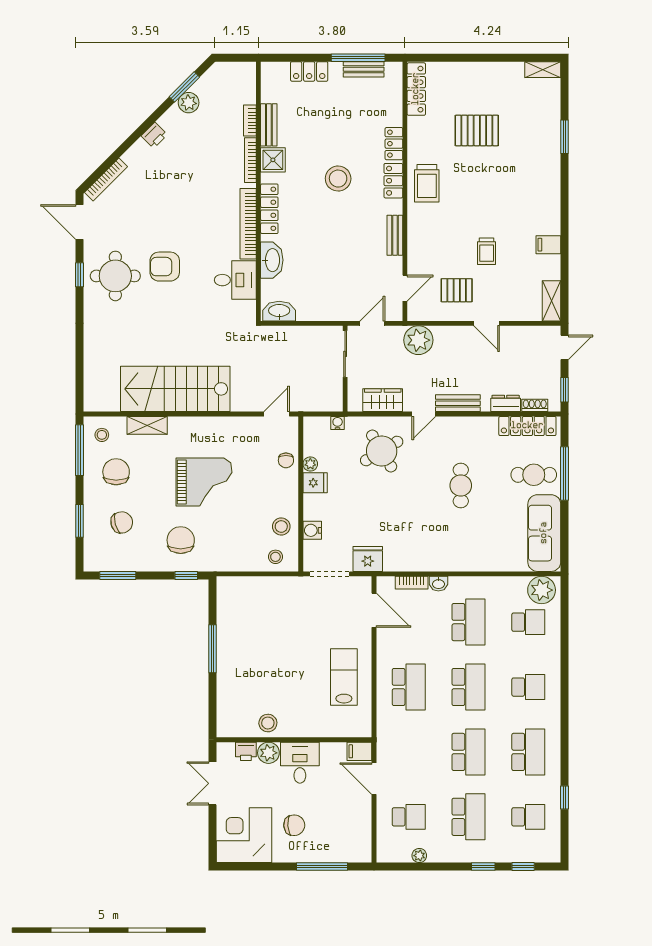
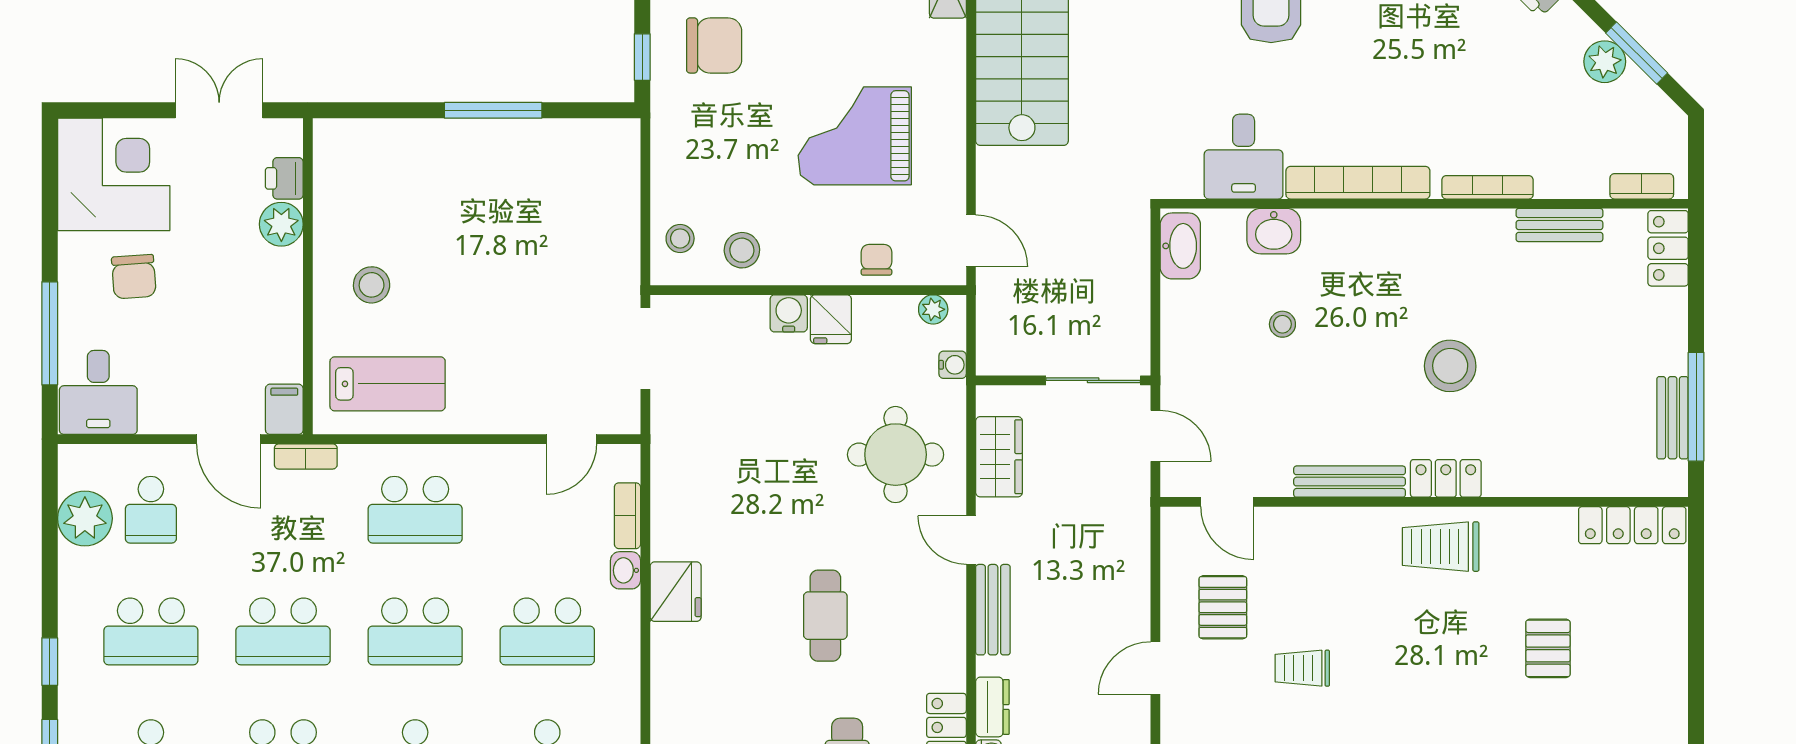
locker: (309, 71) -> (1668, 248), moved
bookcase: (250, 121) -> (1642, 186), moved
pallet: (477, 130) -> (1548, 648), width x0.67, depth x0.71
locker: (394, 144) -> (1521, 480), removed
shower: (273, 160) -> (1488, 233), removed
locker: (269, 209) -> (1389, 226), removed
bench: (395, 235) -> (1350, 482), width x1.36
washbasin: (272, 260) -> (1274, 231), width x0.72
stool: (318, 261) -> (1282, 324), added
plant: (418, 340) -> (1121, 529), removed
round table: (382, 451) -> (896, 455), turned 31
chair: (286, 460) -> (876, 260), turned 90
plant: (310, 464) -> (933, 309), moved
grand piano: (204, 482) -> (855, 136), moved, turned 90
cafe table: (461, 485) -> (825, 616), turned 90
water cooler: (312, 530) -> (789, 313), moved
fridge: (368, 559) -> (676, 592), moved
door: (374, 610) -> (571, 439), width x0.73
lab bench: (344, 677) -> (388, 384), moved
stool: (268, 723) -> (372, 285), moved
bookcase: (383, 741) -> (306, 456), added
desk: (300, 763) -> (98, 392), moved, turned 90
door: (374, 779) -> (229, 439), swing flipped
plant: (419, 856) -> (85, 518), width x1.87, depth x1.87

